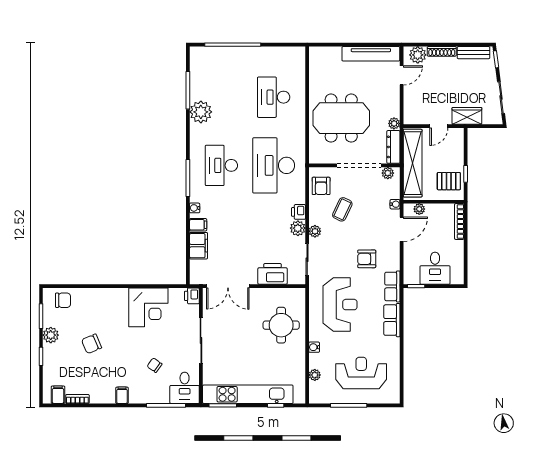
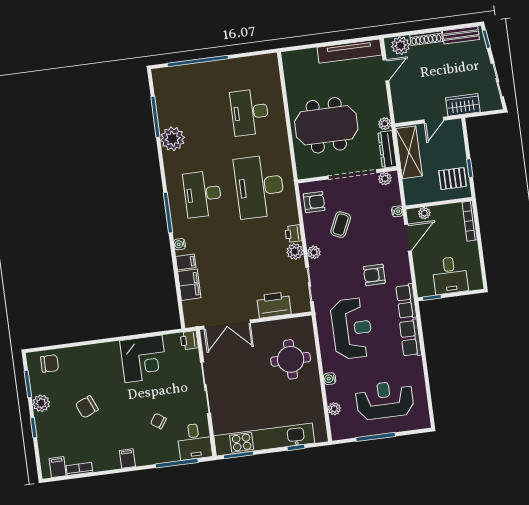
shelving: (413, 163) -> (409, 152), width x0.68
armchair: (321, 186) -> (314, 202), turned -90

